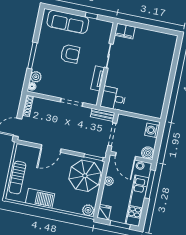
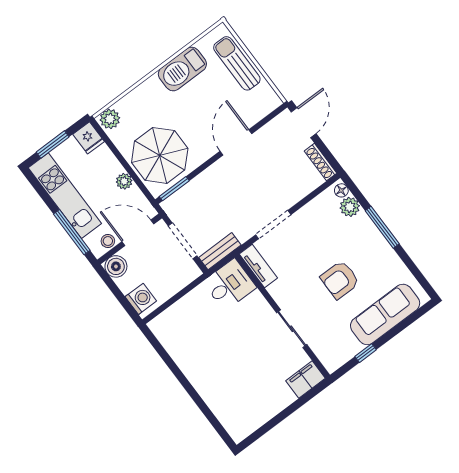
tv unit: (98, 78) -> (258, 266), moved

